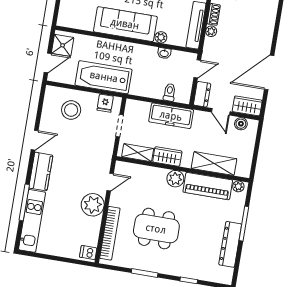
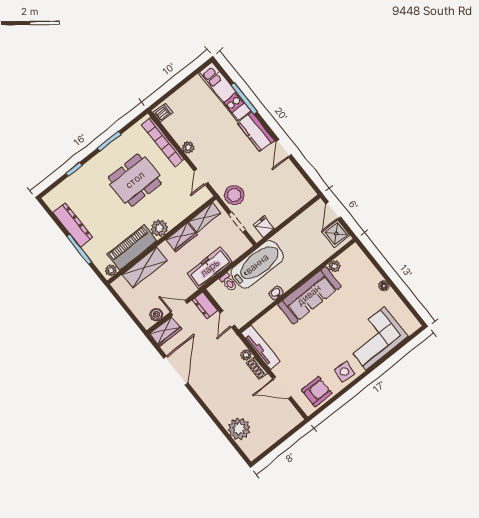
plant: (161, 37) -> (334, 266), moved
washbasin: (164, 53) -> (276, 293), moved
bathtub: (104, 77) -> (257, 264), moved
stool: (71, 110) -> (234, 195), moved
plant: (93, 205) -> (188, 147), width x0.53, depth x0.53

